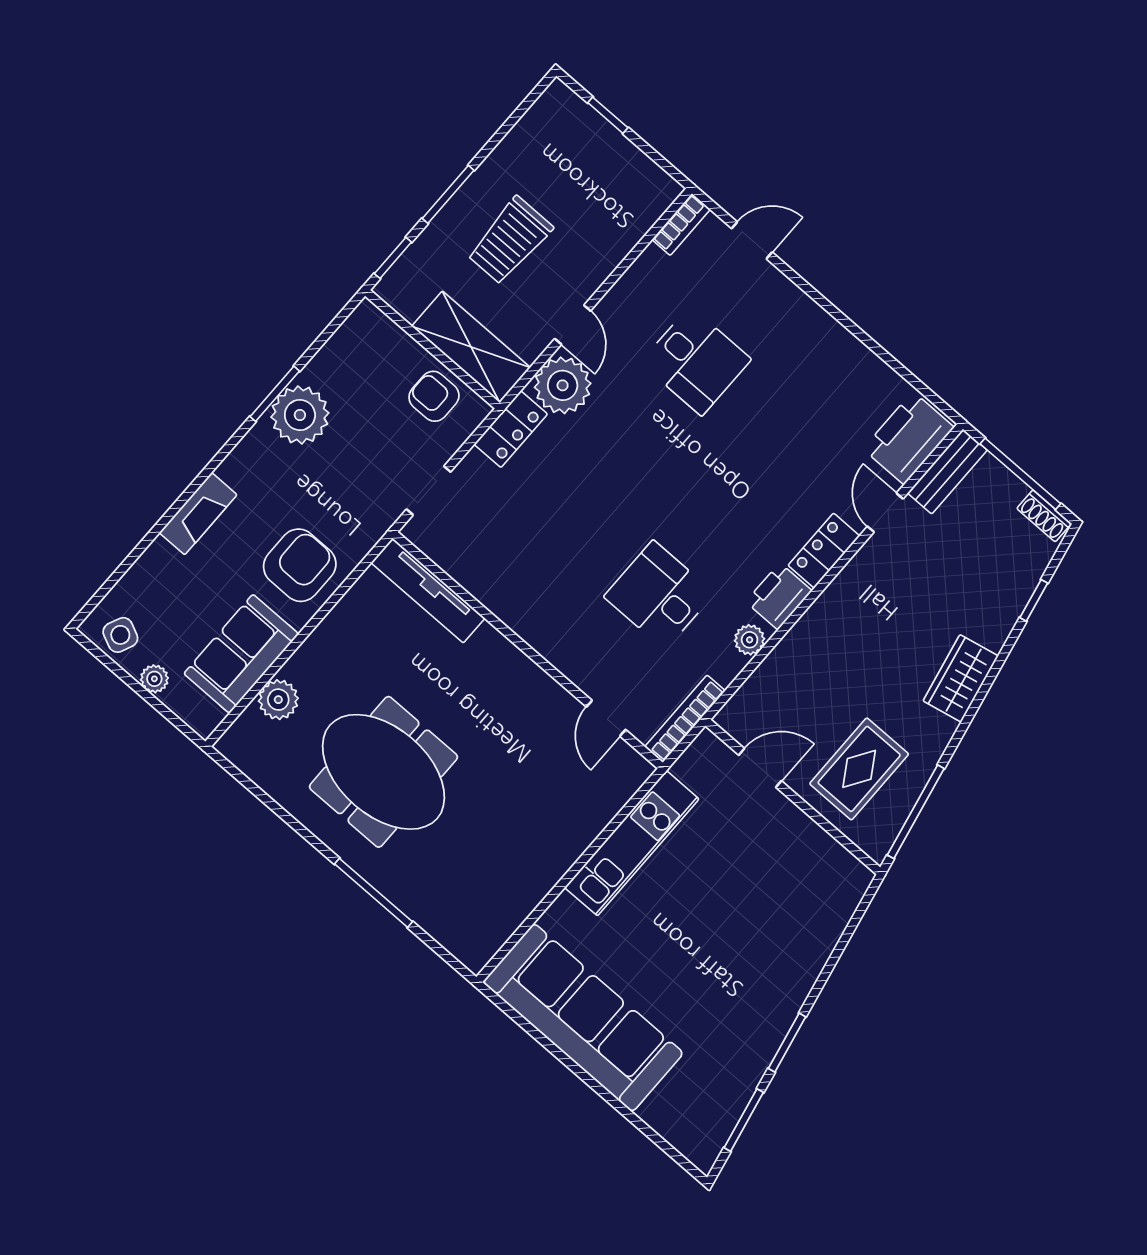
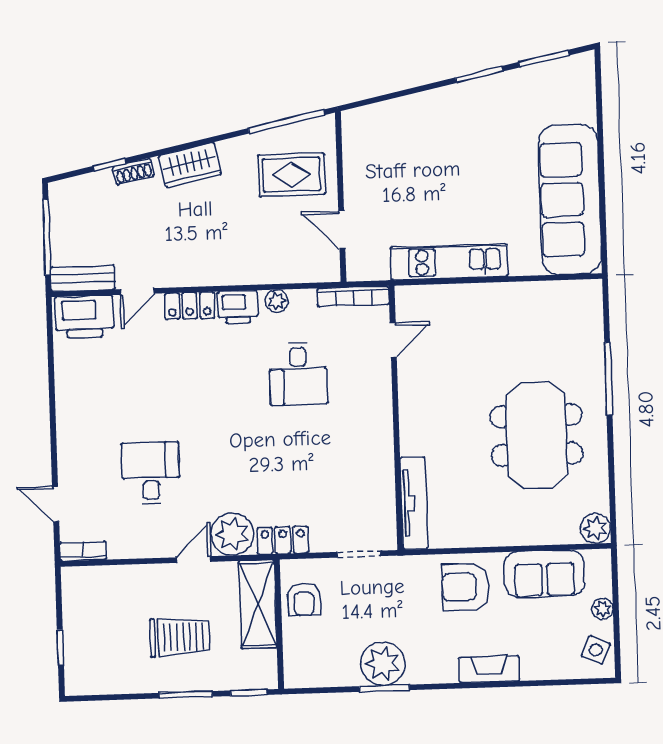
shoe rack: (1044, 516) -> (133, 171), moved, turned 78
plant: (278, 700) -> (595, 528), moved

